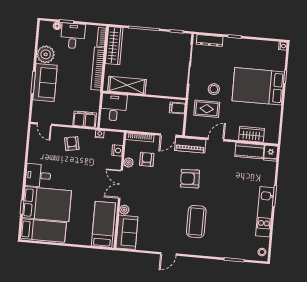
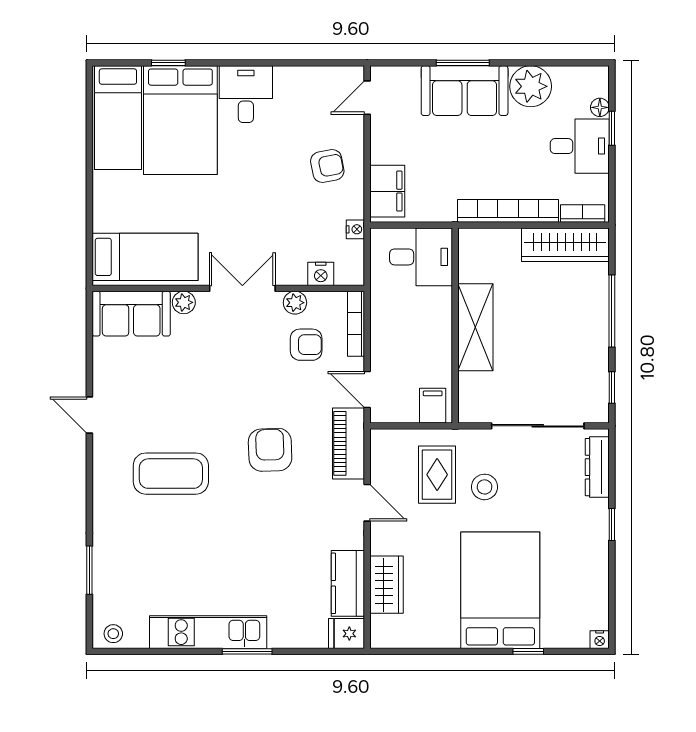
shelving: (127, 85) -> (475, 327), moved

